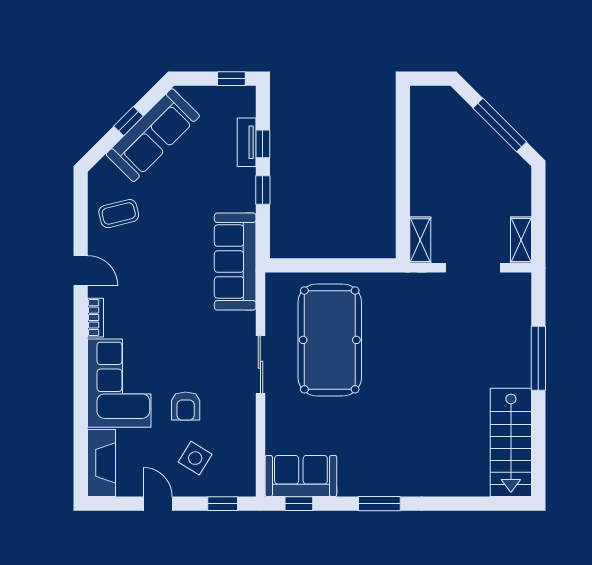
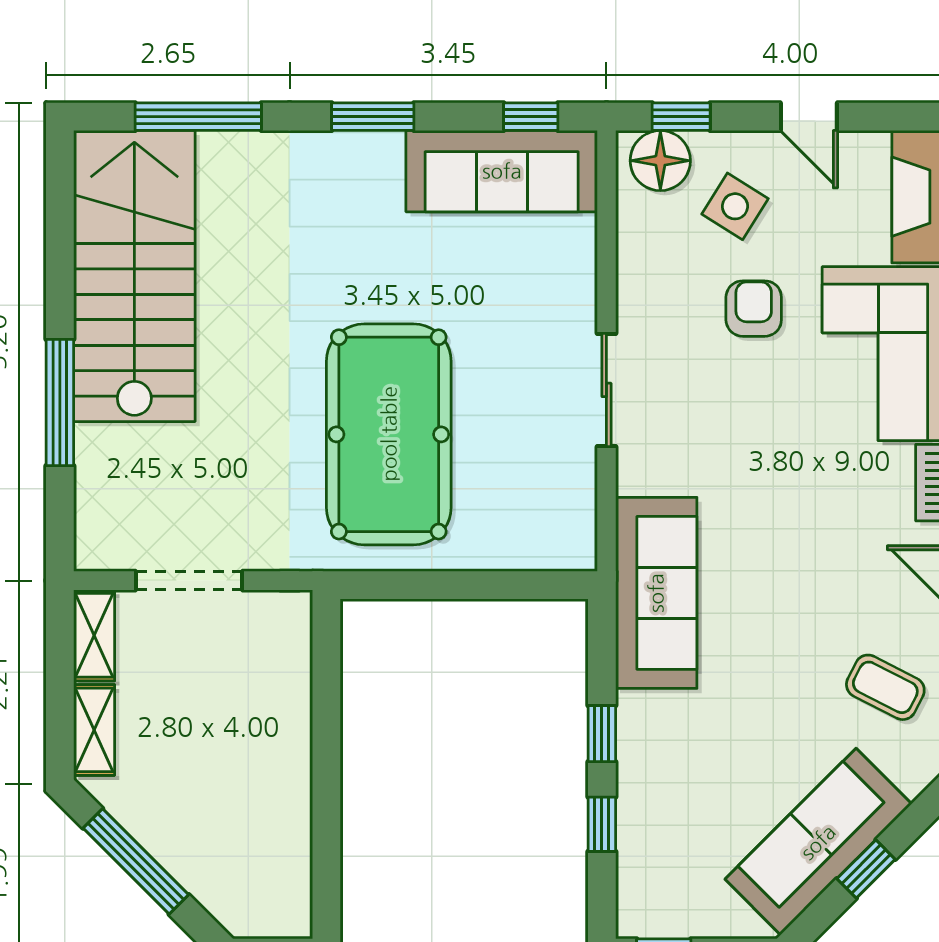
tv unit: (247, 142) -> (634, 827), removed
coffee table: (119, 214) -> (885, 687), turned 41
shelving: (420, 240) -> (94, 730), moved
pool table: (330, 340) -> (389, 434), moved
stairs: (511, 442) -> (134, 276), width x1.36, depth x1.51
sofa: (301, 476) -> (502, 171), width x1.36
floor lamp: (233, 481) -> (660, 161), added
window: (468, 504) -> (198, 117), added

